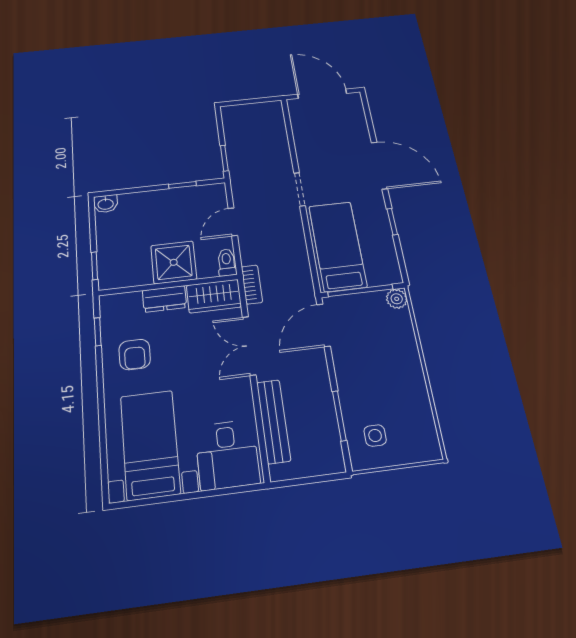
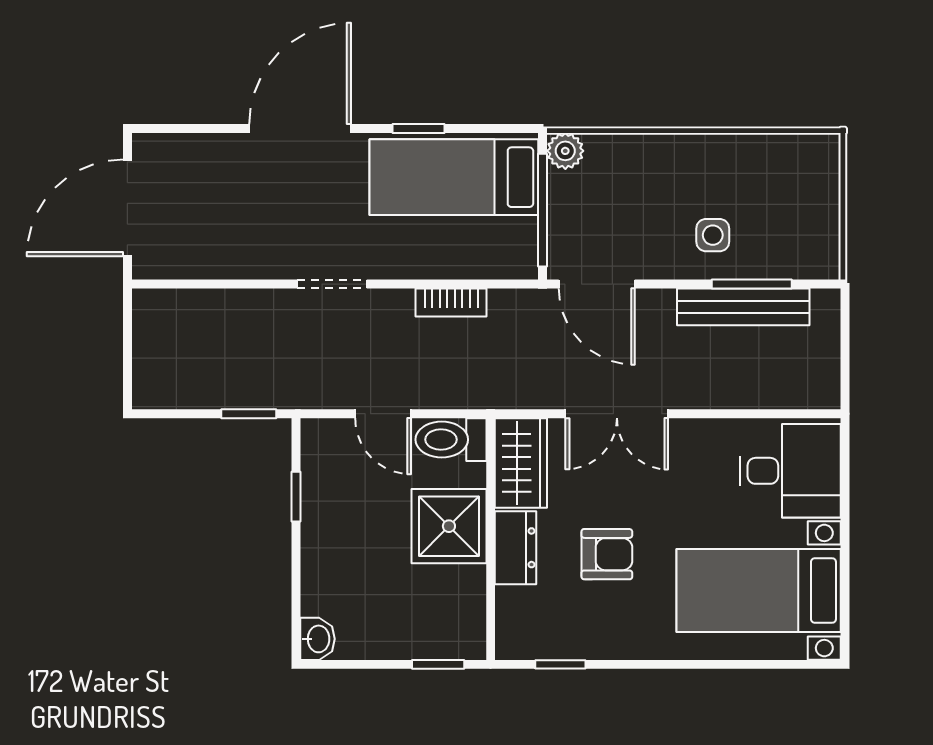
bed: (338, 246) -> (454, 177), moved
toilet: (227, 262) -> (451, 440), width x1.37, depth x1.39
bookcase: (252, 285) -> (451, 303), moved, turned 180
armchair: (135, 354) -> (607, 554), moved
bench: (273, 421) -> (743, 307), moved
side table: (375, 435) -> (713, 235), moved

